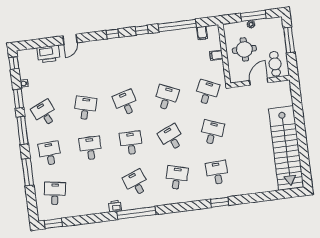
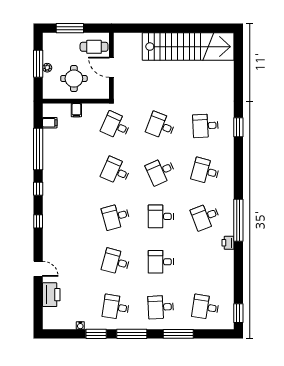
window: (14, 63) -> (56, 334), removed
desk: (45, 113) -> (116, 307), turned 33

